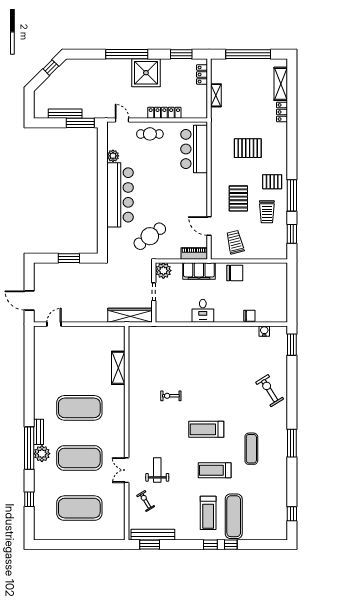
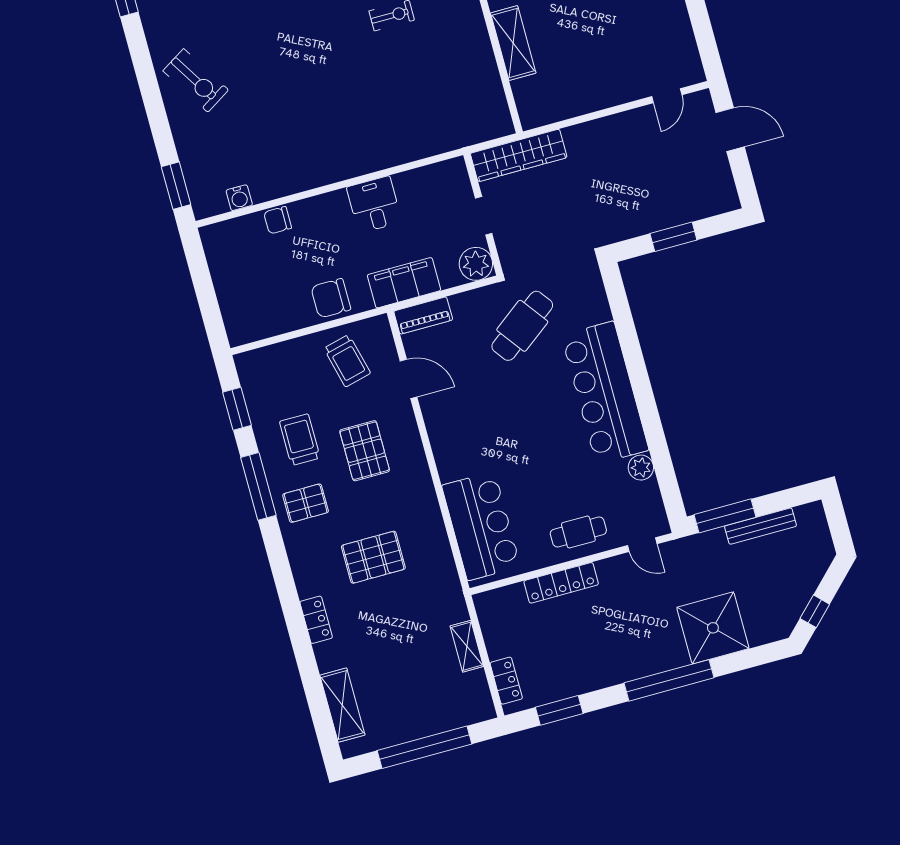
shower: (146, 73) -> (713, 628), moved
locker: (282, 112) -> (316, 620), moved

